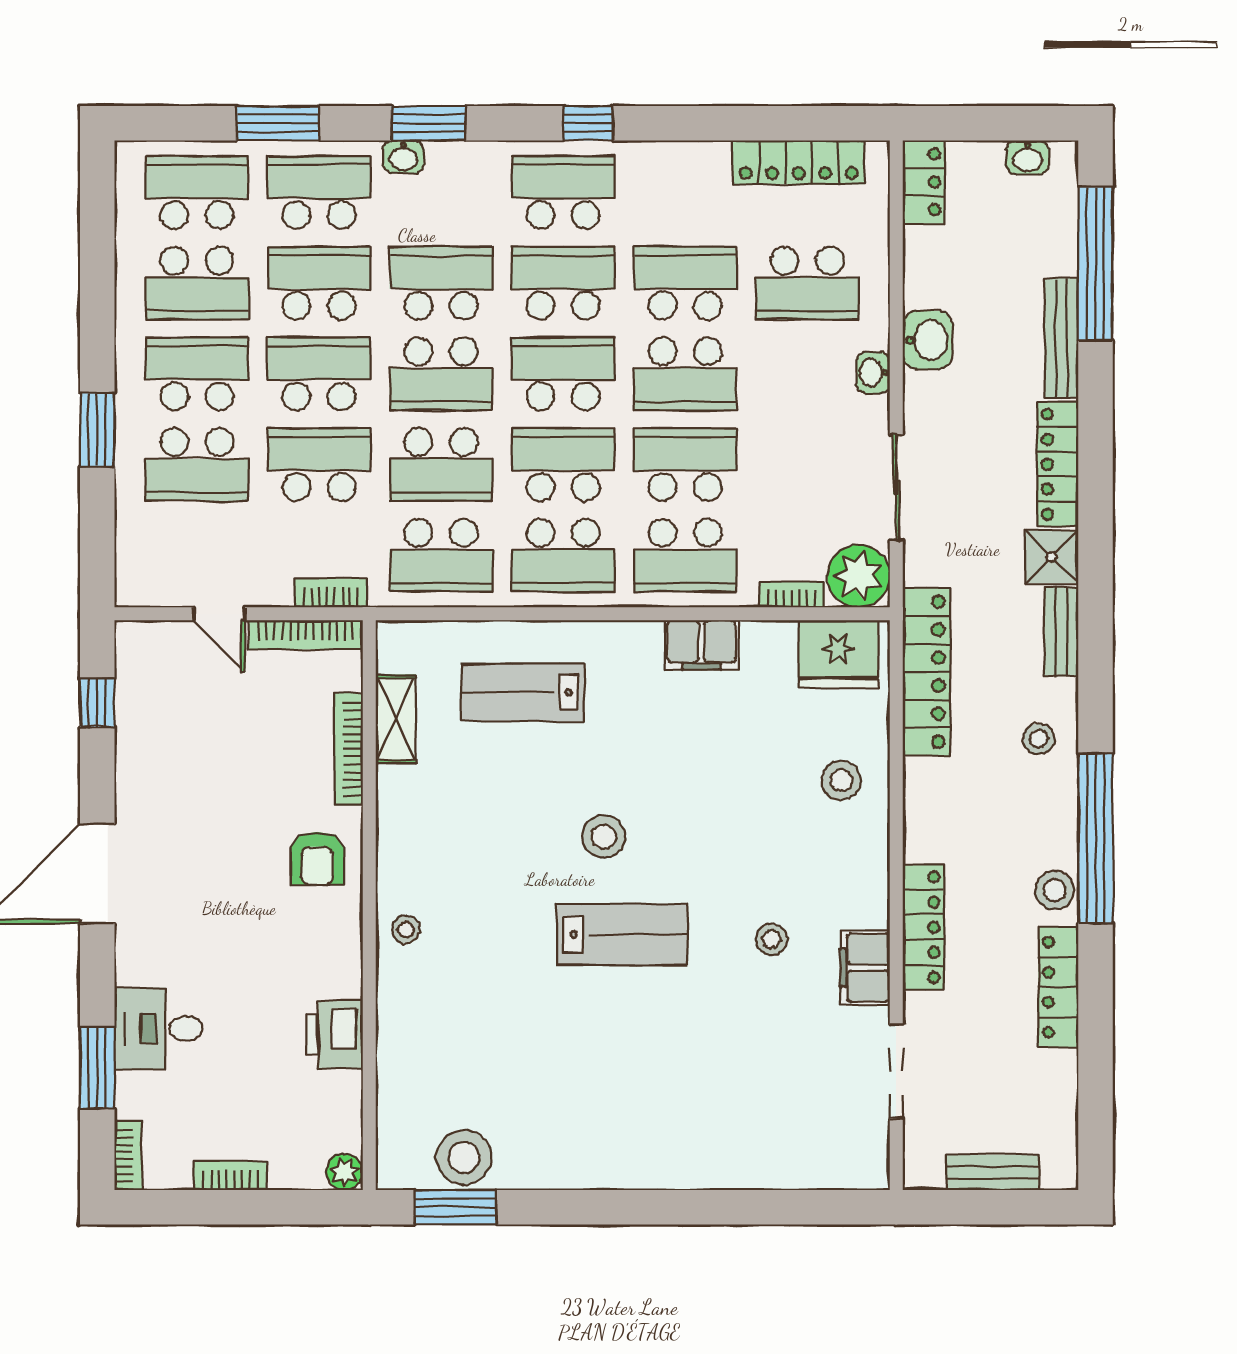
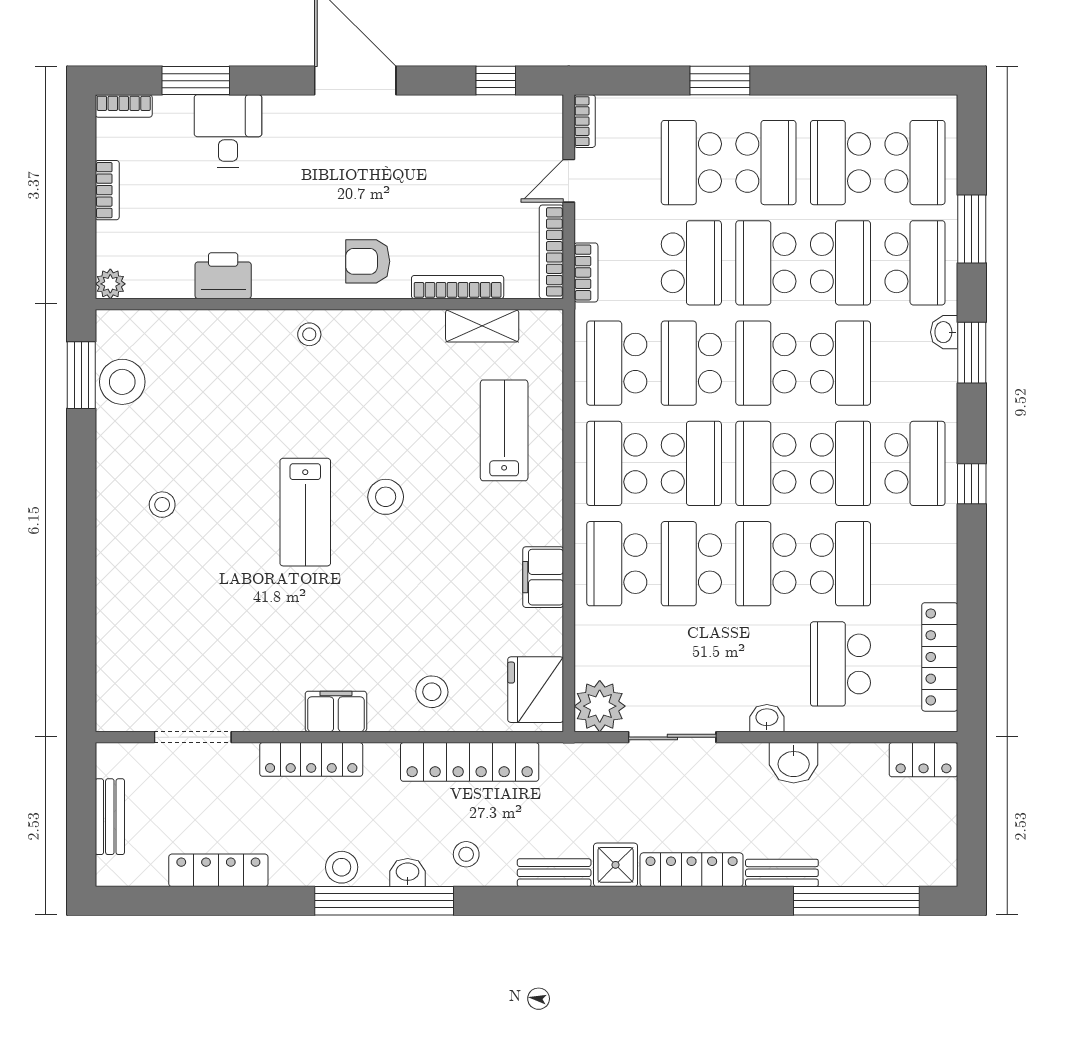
washbasin: (1028, 158) -> (408, 873), moved, turned 90
bench: (1062, 338) -> (782, 873), width x0.73
school desk: (319, 374) -> (766, 263), turned 180
school desk: (563, 374) -> (766, 463), turned 180
school desk: (685, 465) -> (691, 564), turned 180
bookcase: (792, 594) -> (585, 121), moved
locker: (926, 672) -> (470, 762), moved
stool: (772, 939) -> (162, 505), moved
filing cabinet: (865, 968) -> (336, 711), moved
locker: (1058, 987) -> (218, 870), moved

